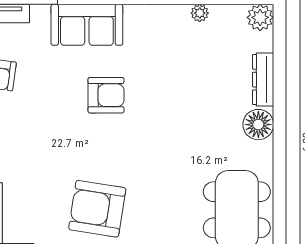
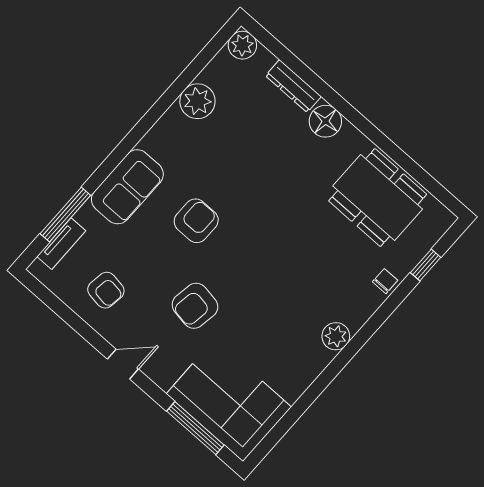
plant: (200, 13) -> (197, 101), width x1.88, depth x1.88
armchair: (97, 209) -> (195, 306), moved, width x0.73, depth x0.73

